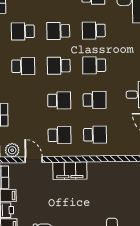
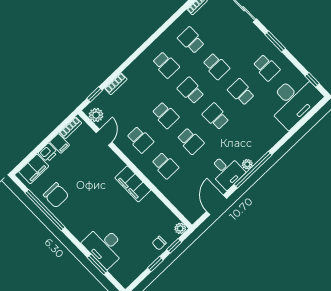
school desk: (58, 31) -> (216, 66), turned 180
filing cabinet: (70, 171) -> (133, 184), moved

